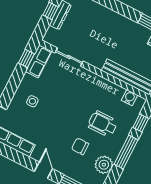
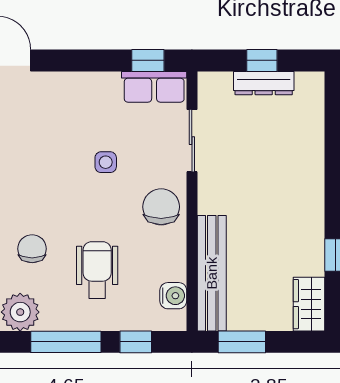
chair: (90, 84) -> (161, 207), added
side table: (32, 101) -> (106, 162), moved

